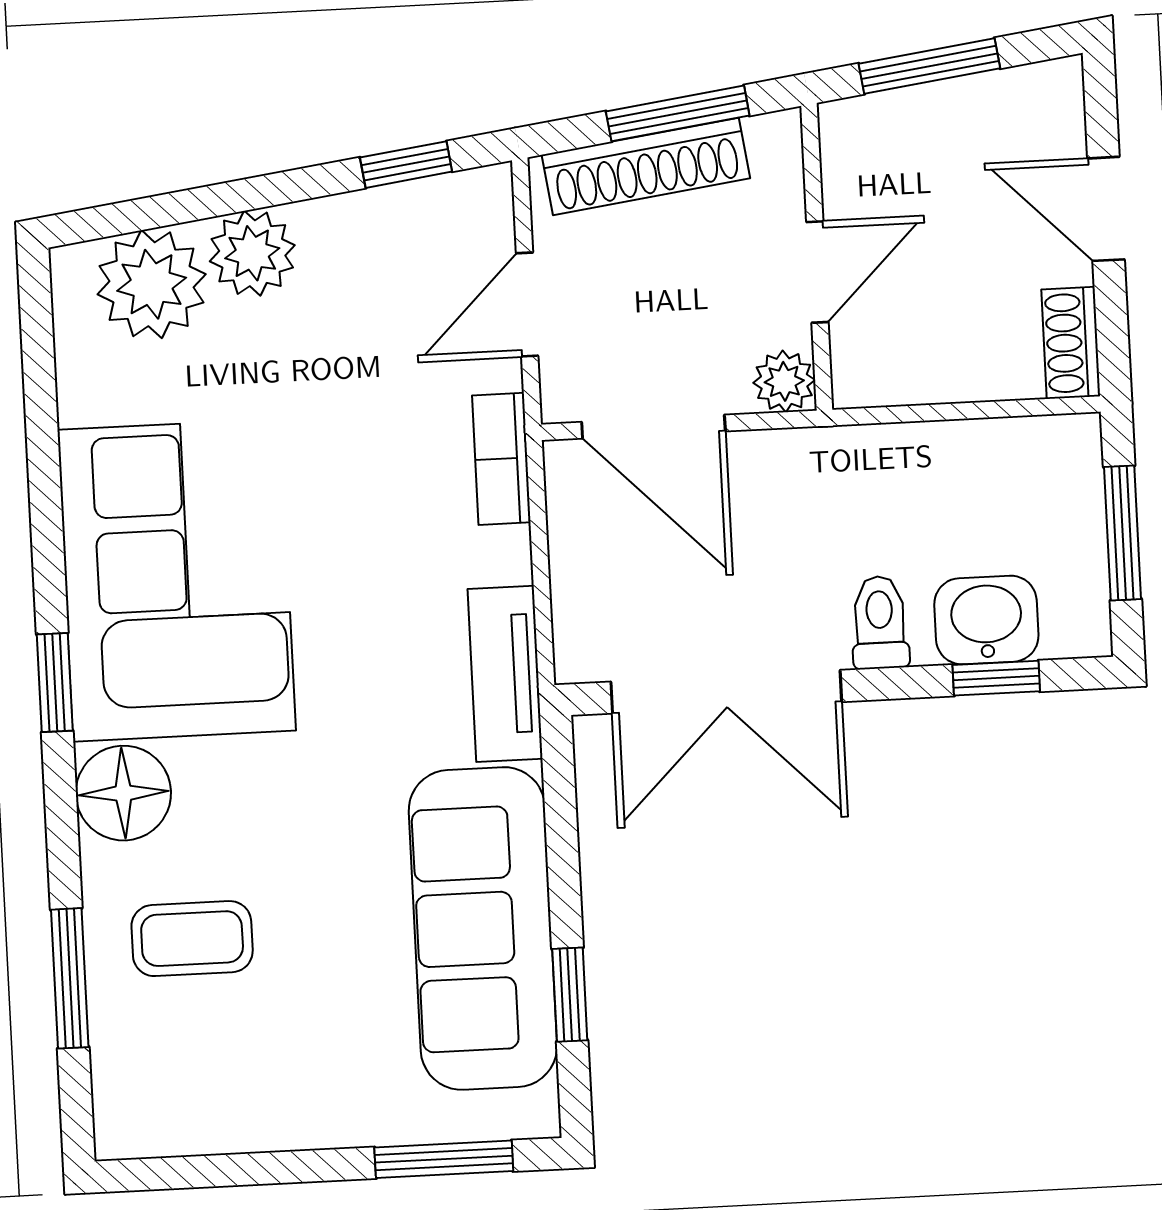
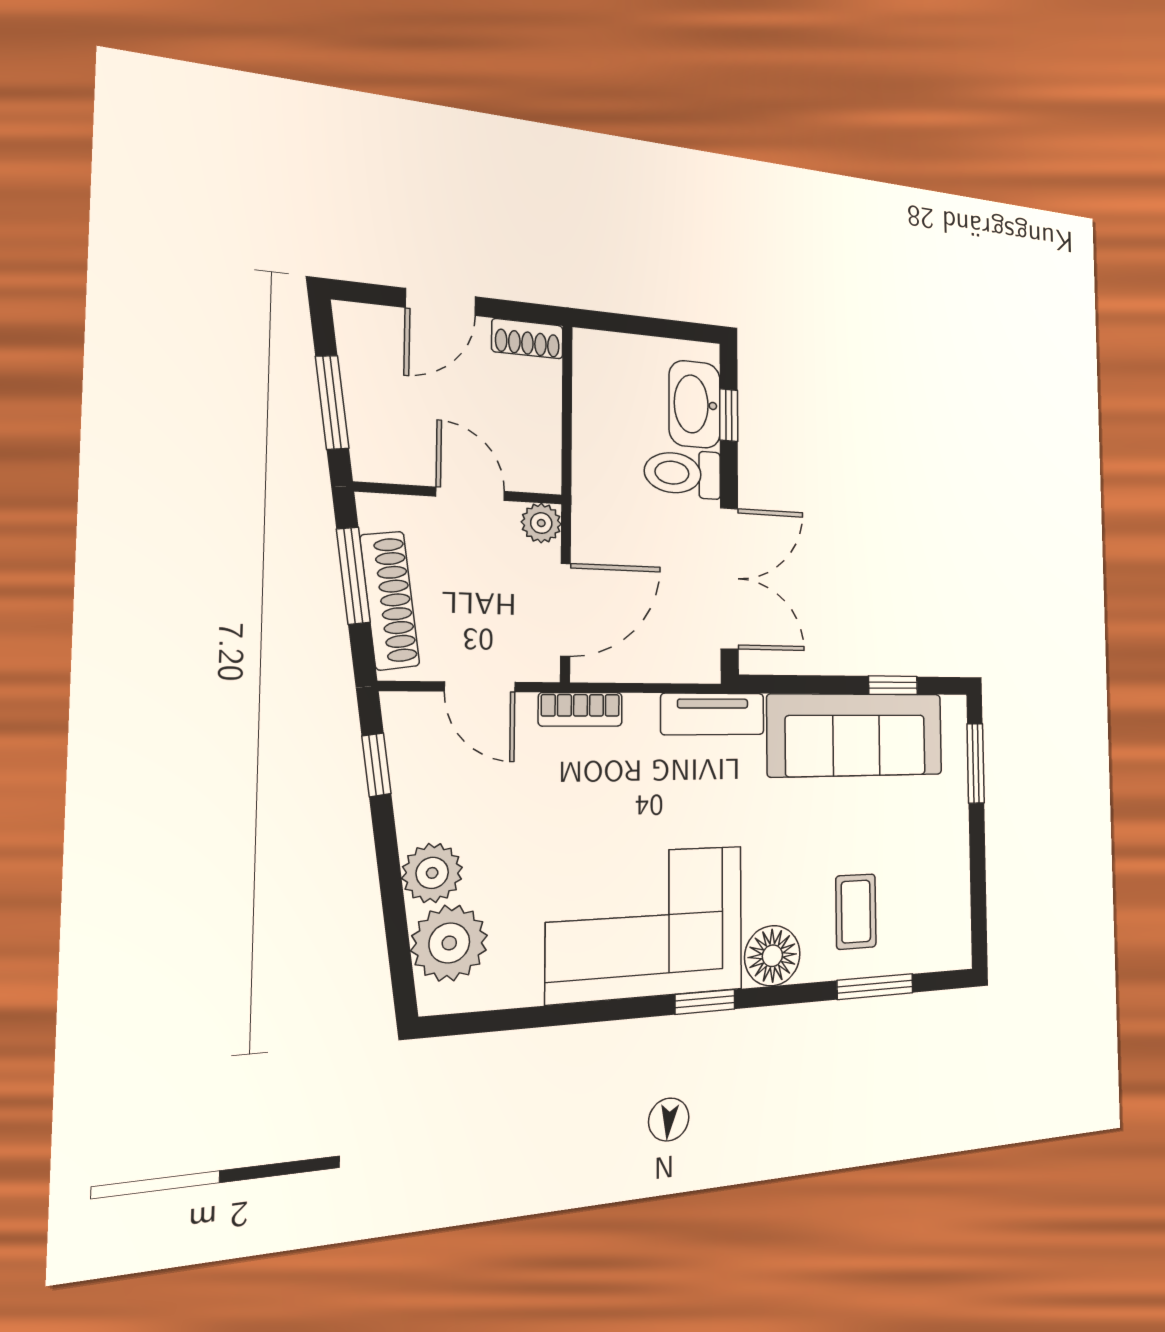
window: (1122, 533) -> (647, 326), removed
washbasin: (986, 620) -> (695, 404), width x1.38
toilet: (880, 623) -> (683, 473), width x1.37, depth x1.39

